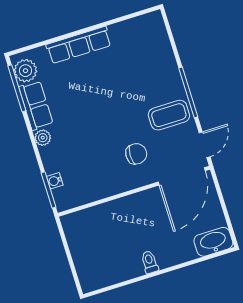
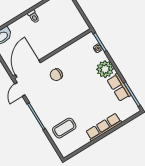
plant: (25, 71) -> (130, 105), removed
coffee table: (169, 115) -> (64, 128), moved
plant: (43, 138) -> (105, 69), width x1.87, depth x1.87

